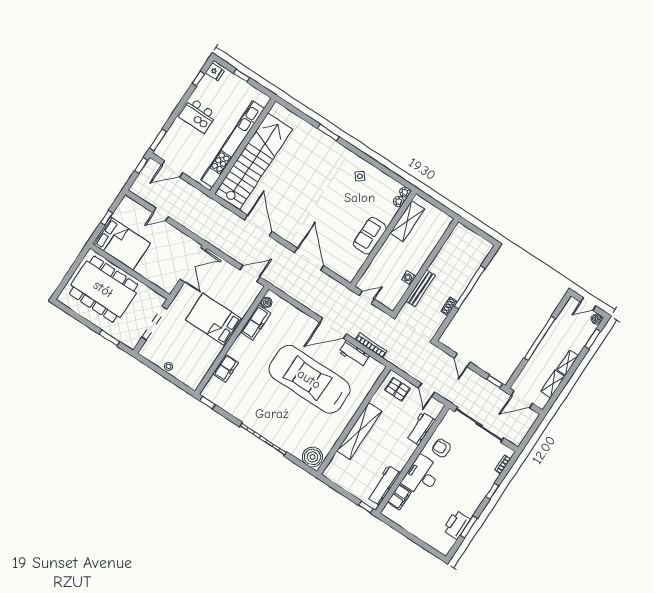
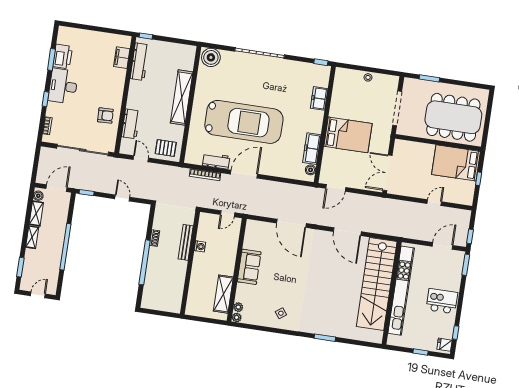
boiler: (597, 319) -> (38, 196), moved
desk: (422, 476) -> (63, 86), moved, turned 180

